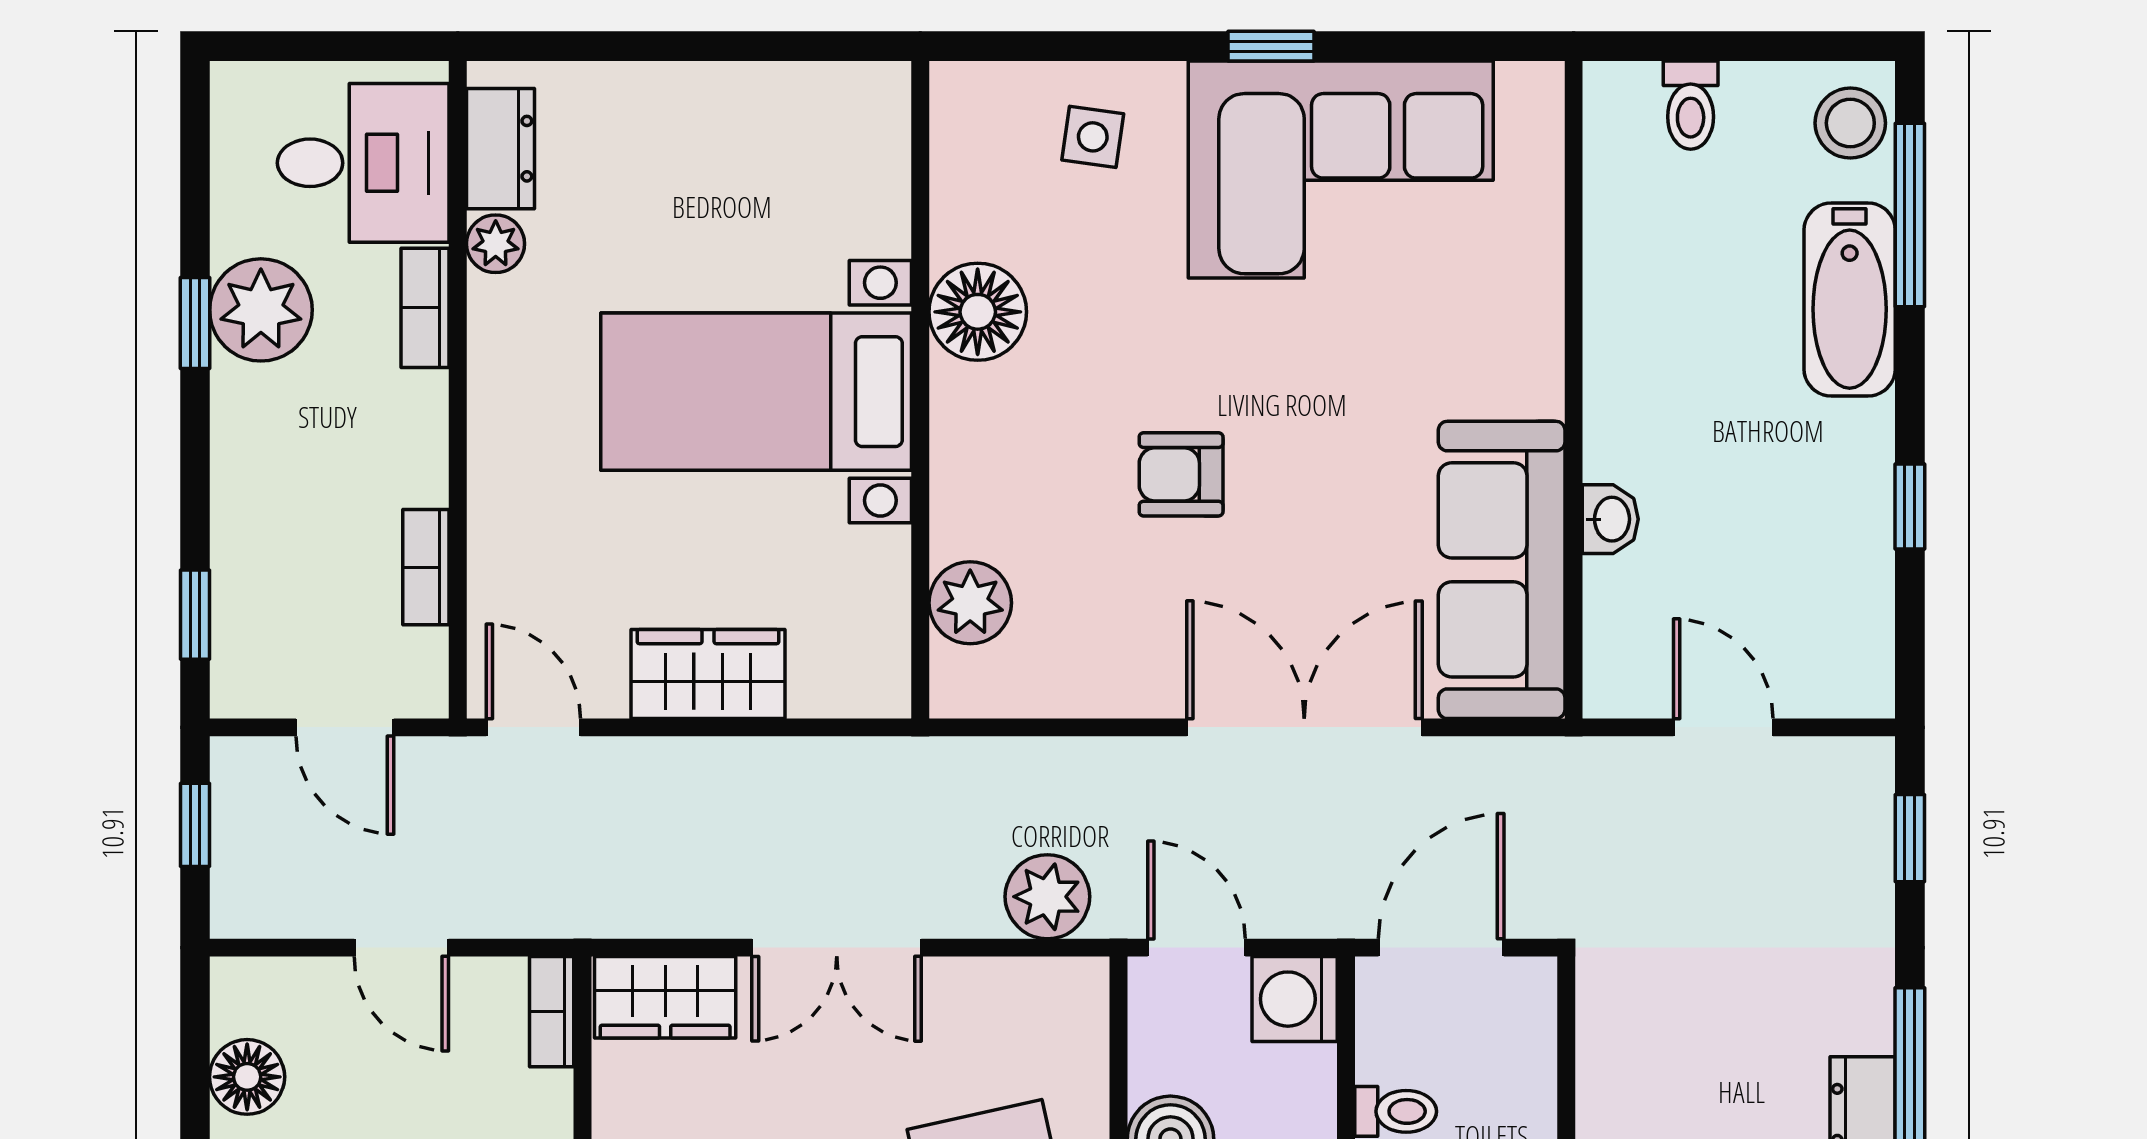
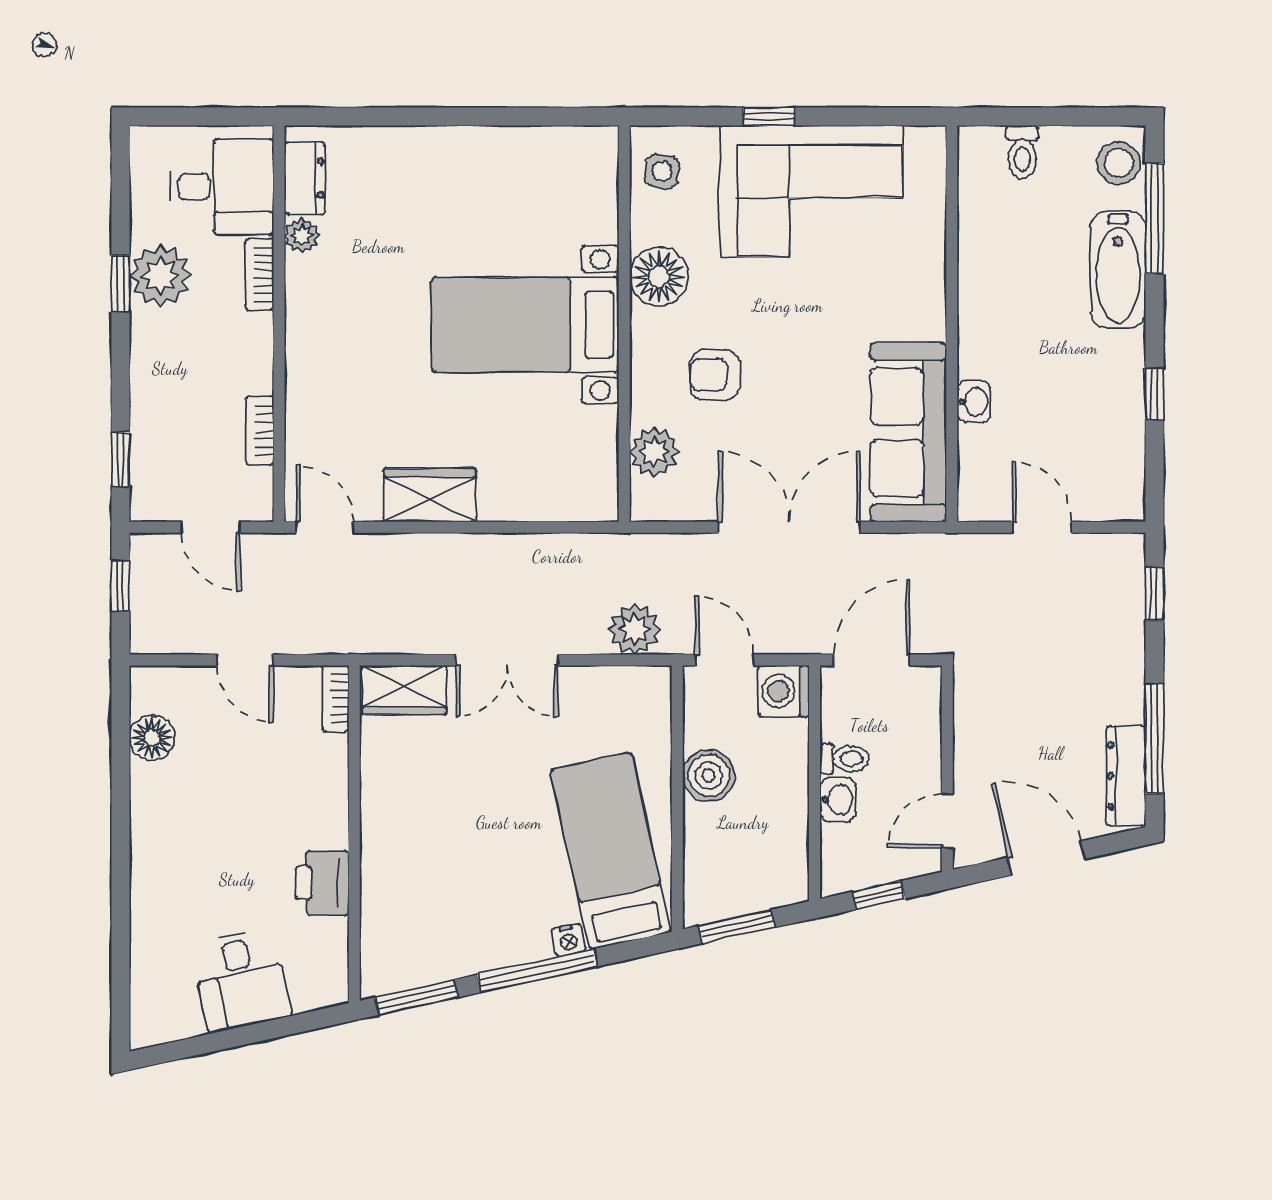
floor lamp: (978, 312) -> (659, 277), moved
wall: (920, 390) -> (624, 324), moved
bed with nightstands: (756, 392) -> (525, 325), moved
plant: (970, 603) -> (654, 452), moved

